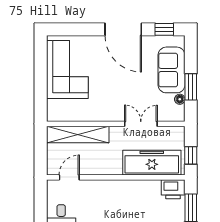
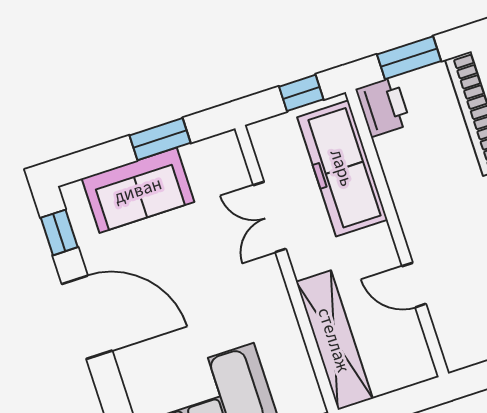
door: (123, 29) -> (87, 317), hinge flipped
floor lamp: (180, 99) -> (193, 154), removed
door: (69, 177) -> (414, 285), moved

